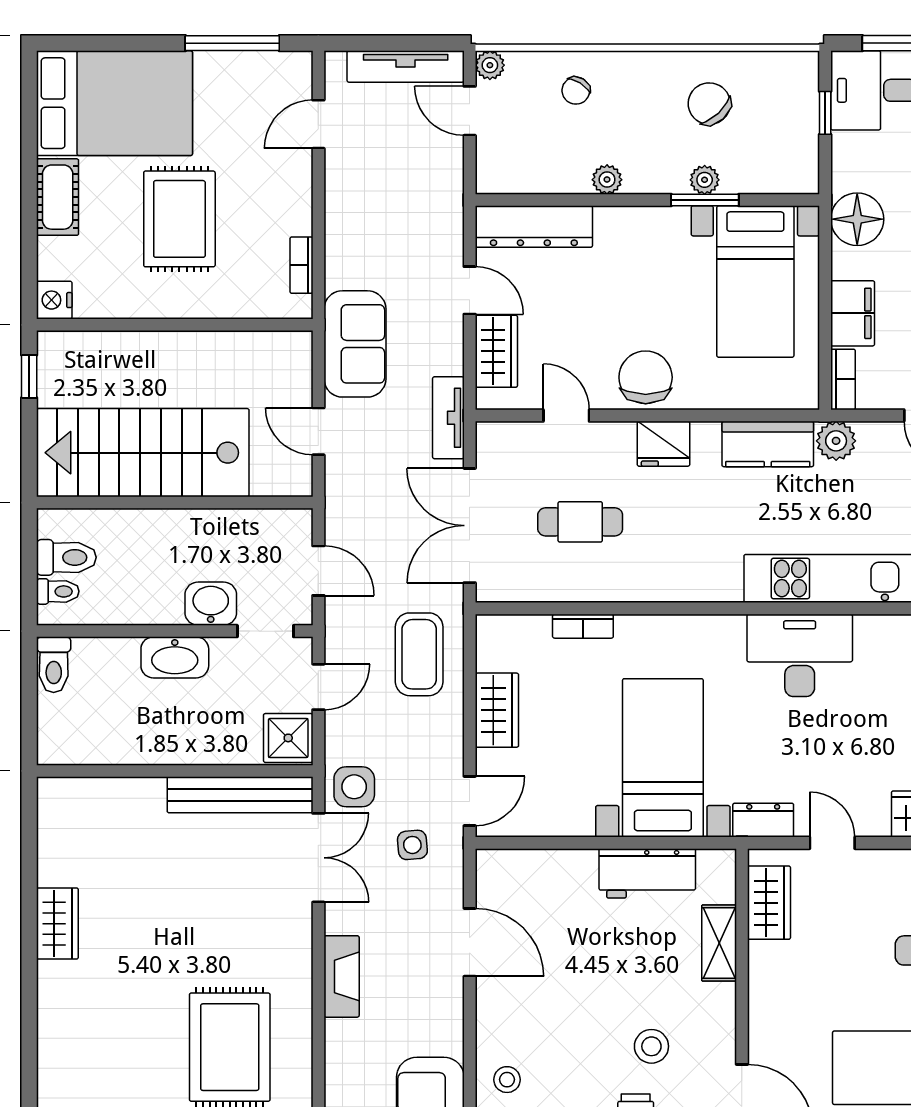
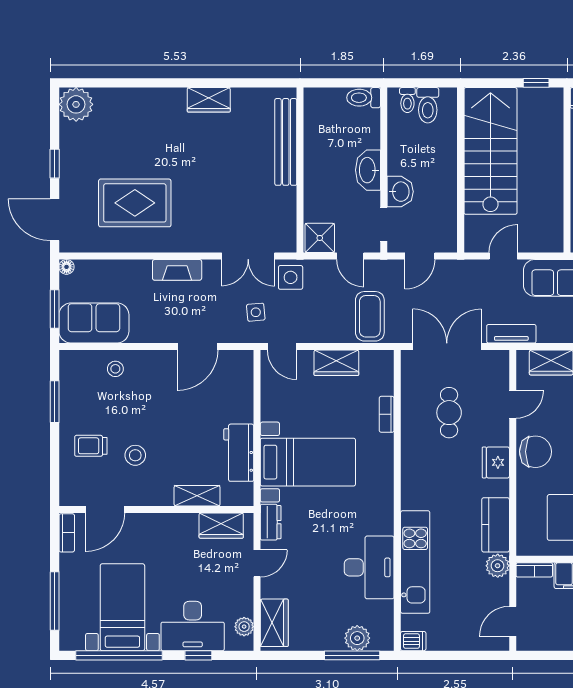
coffee table: (419, 654) -> (370, 316), turned 90
desk: (800, 655) -> (369, 567), moved
bench: (240, 795) -> (286, 142), moved

